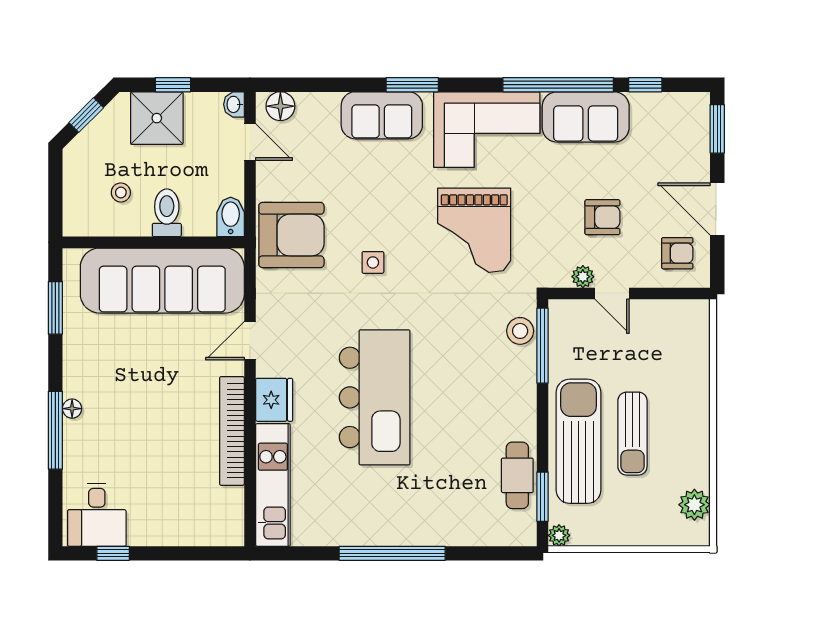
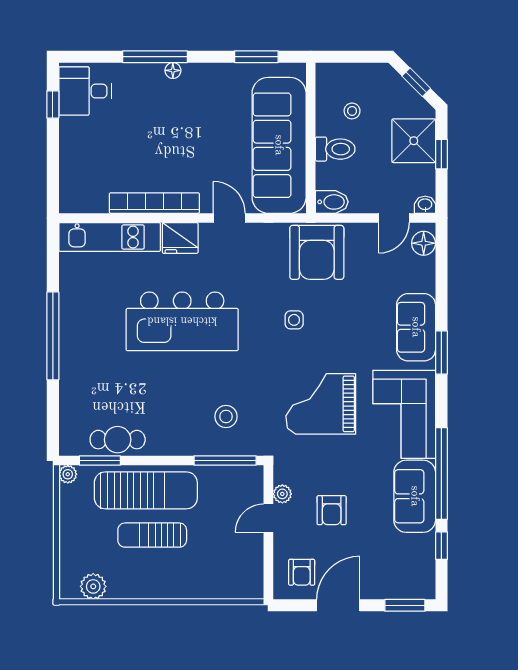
stool: (520, 331) -> (226, 416), moved

